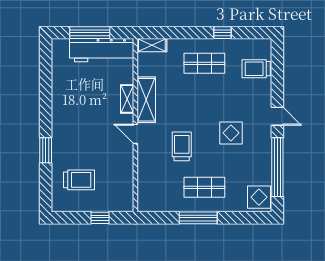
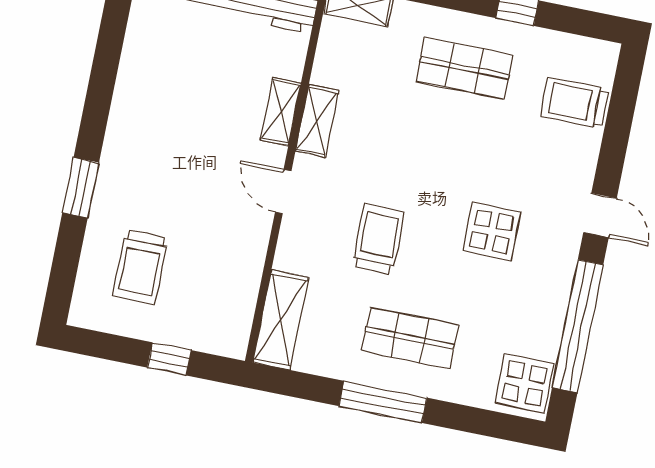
shelving: (146, 100) -> (317, 121), width x0.67, depth x0.75
trolley: (79, 180) -> (140, 267), turned 90
shelving: (146, 191) -> (281, 320), added

